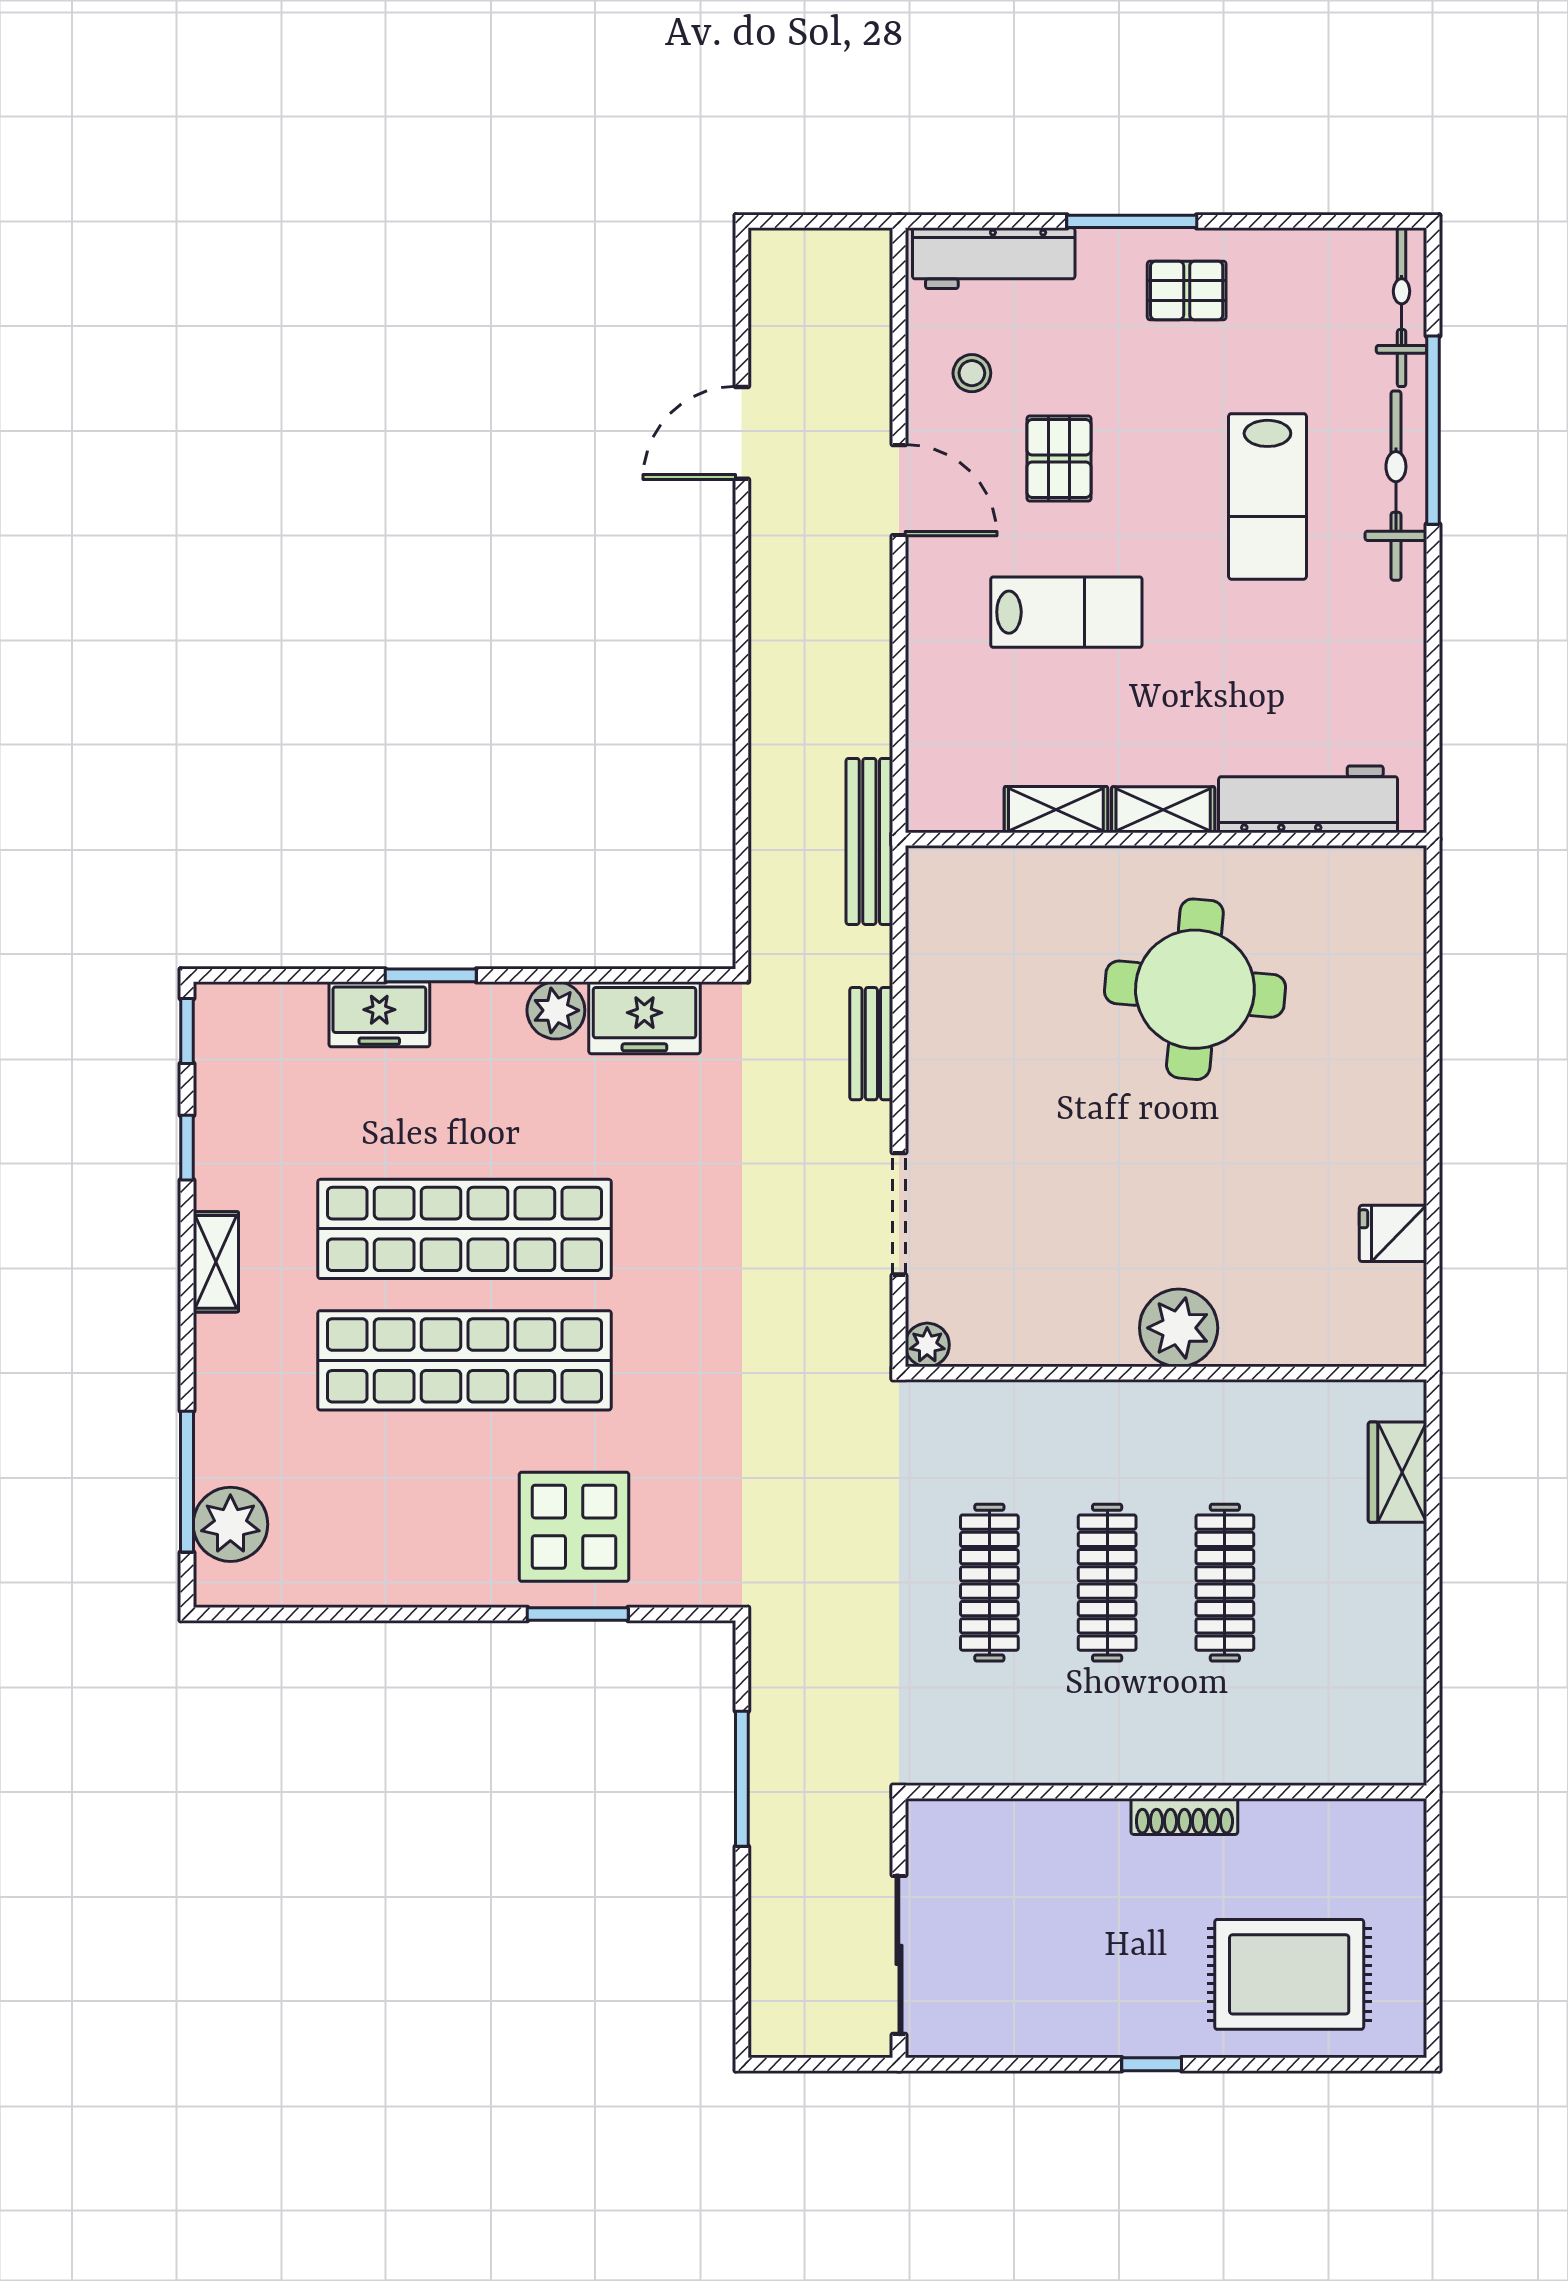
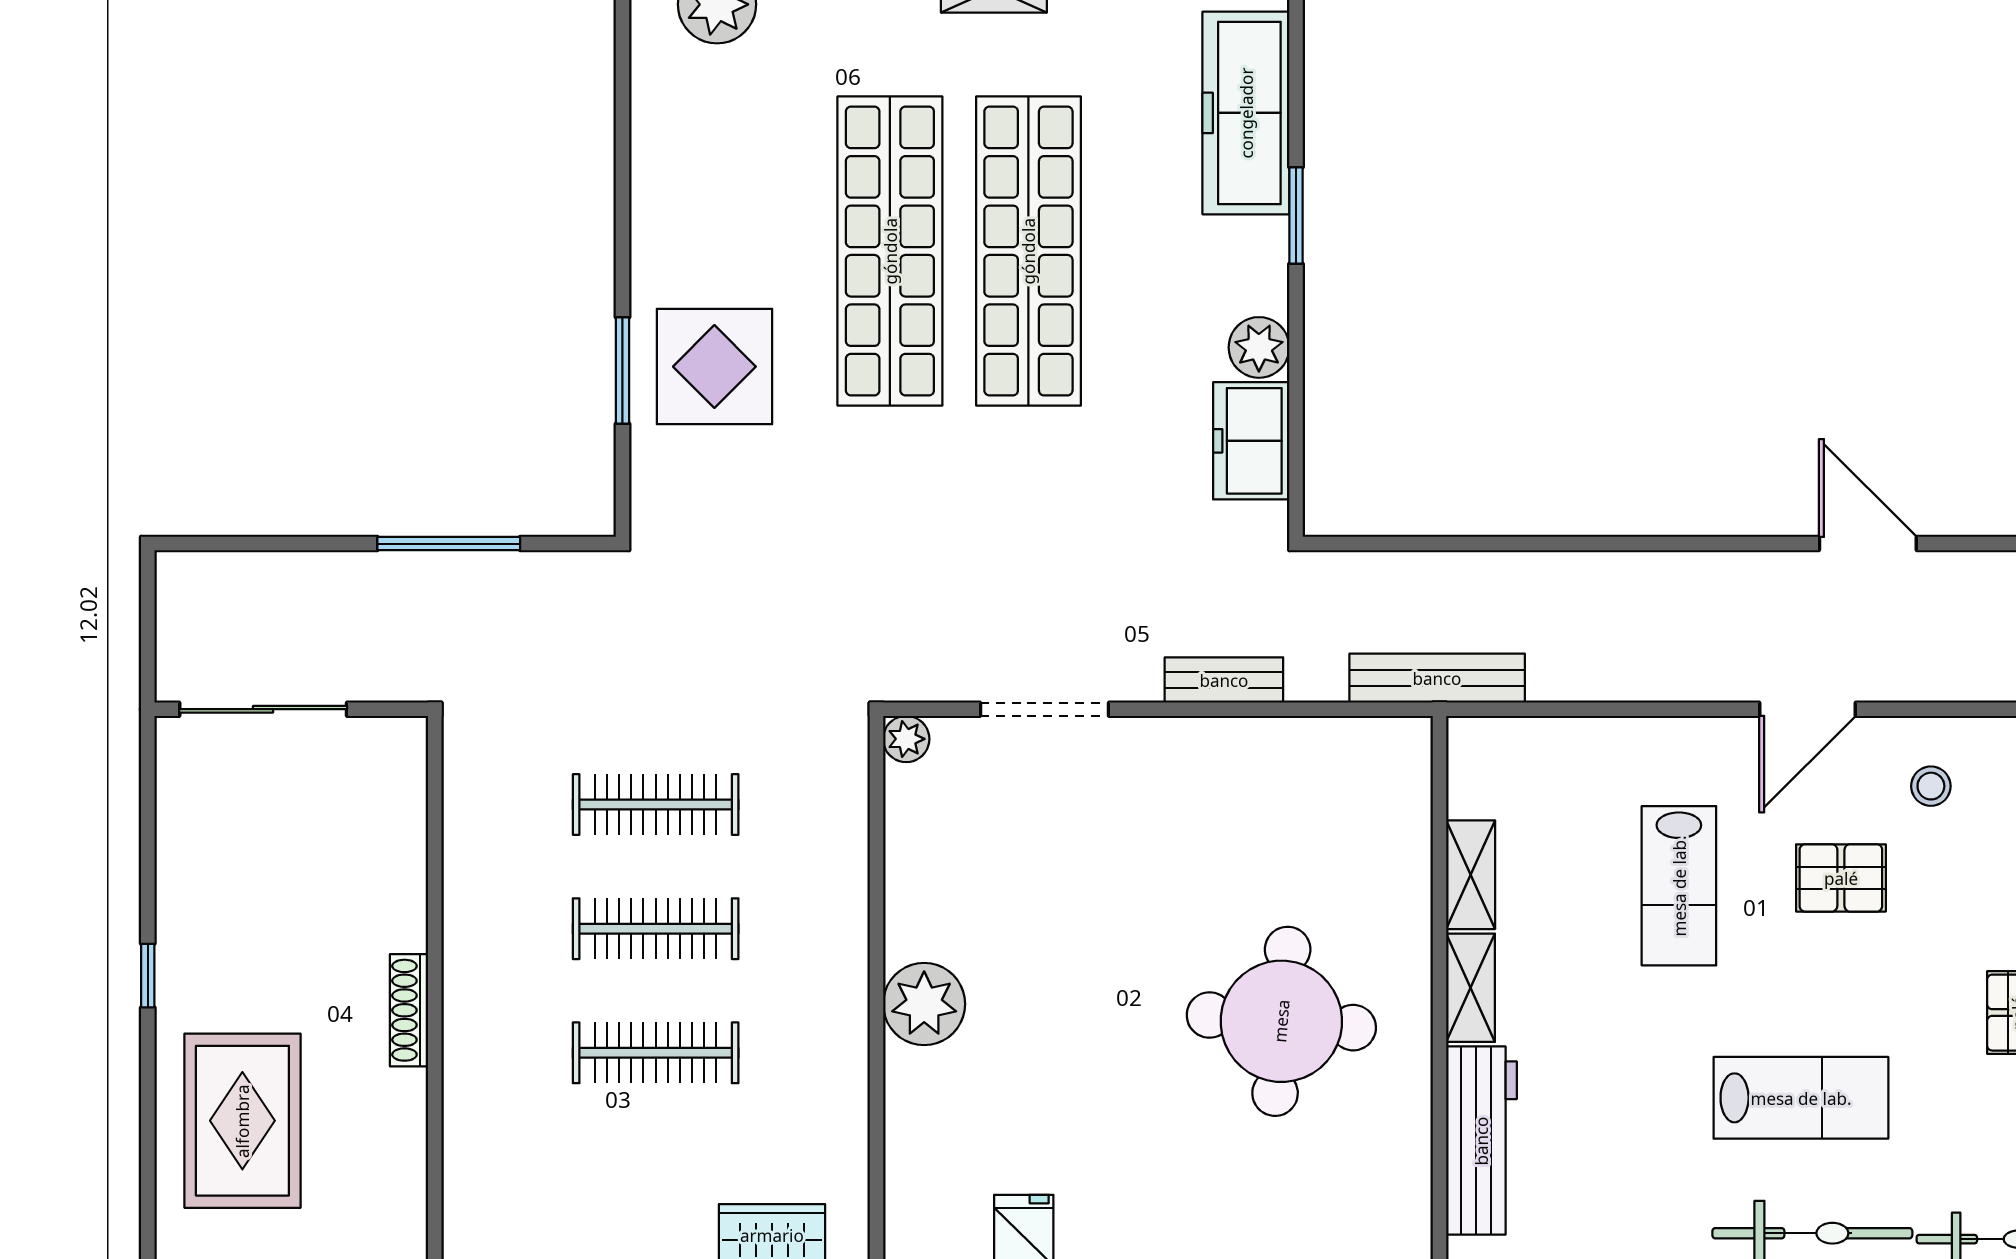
lab bench: (1267, 496) -> (1801, 1098), turned 180
freezer: (379, 1014) -> (1246, 113), width x1.91, depth x1.26

